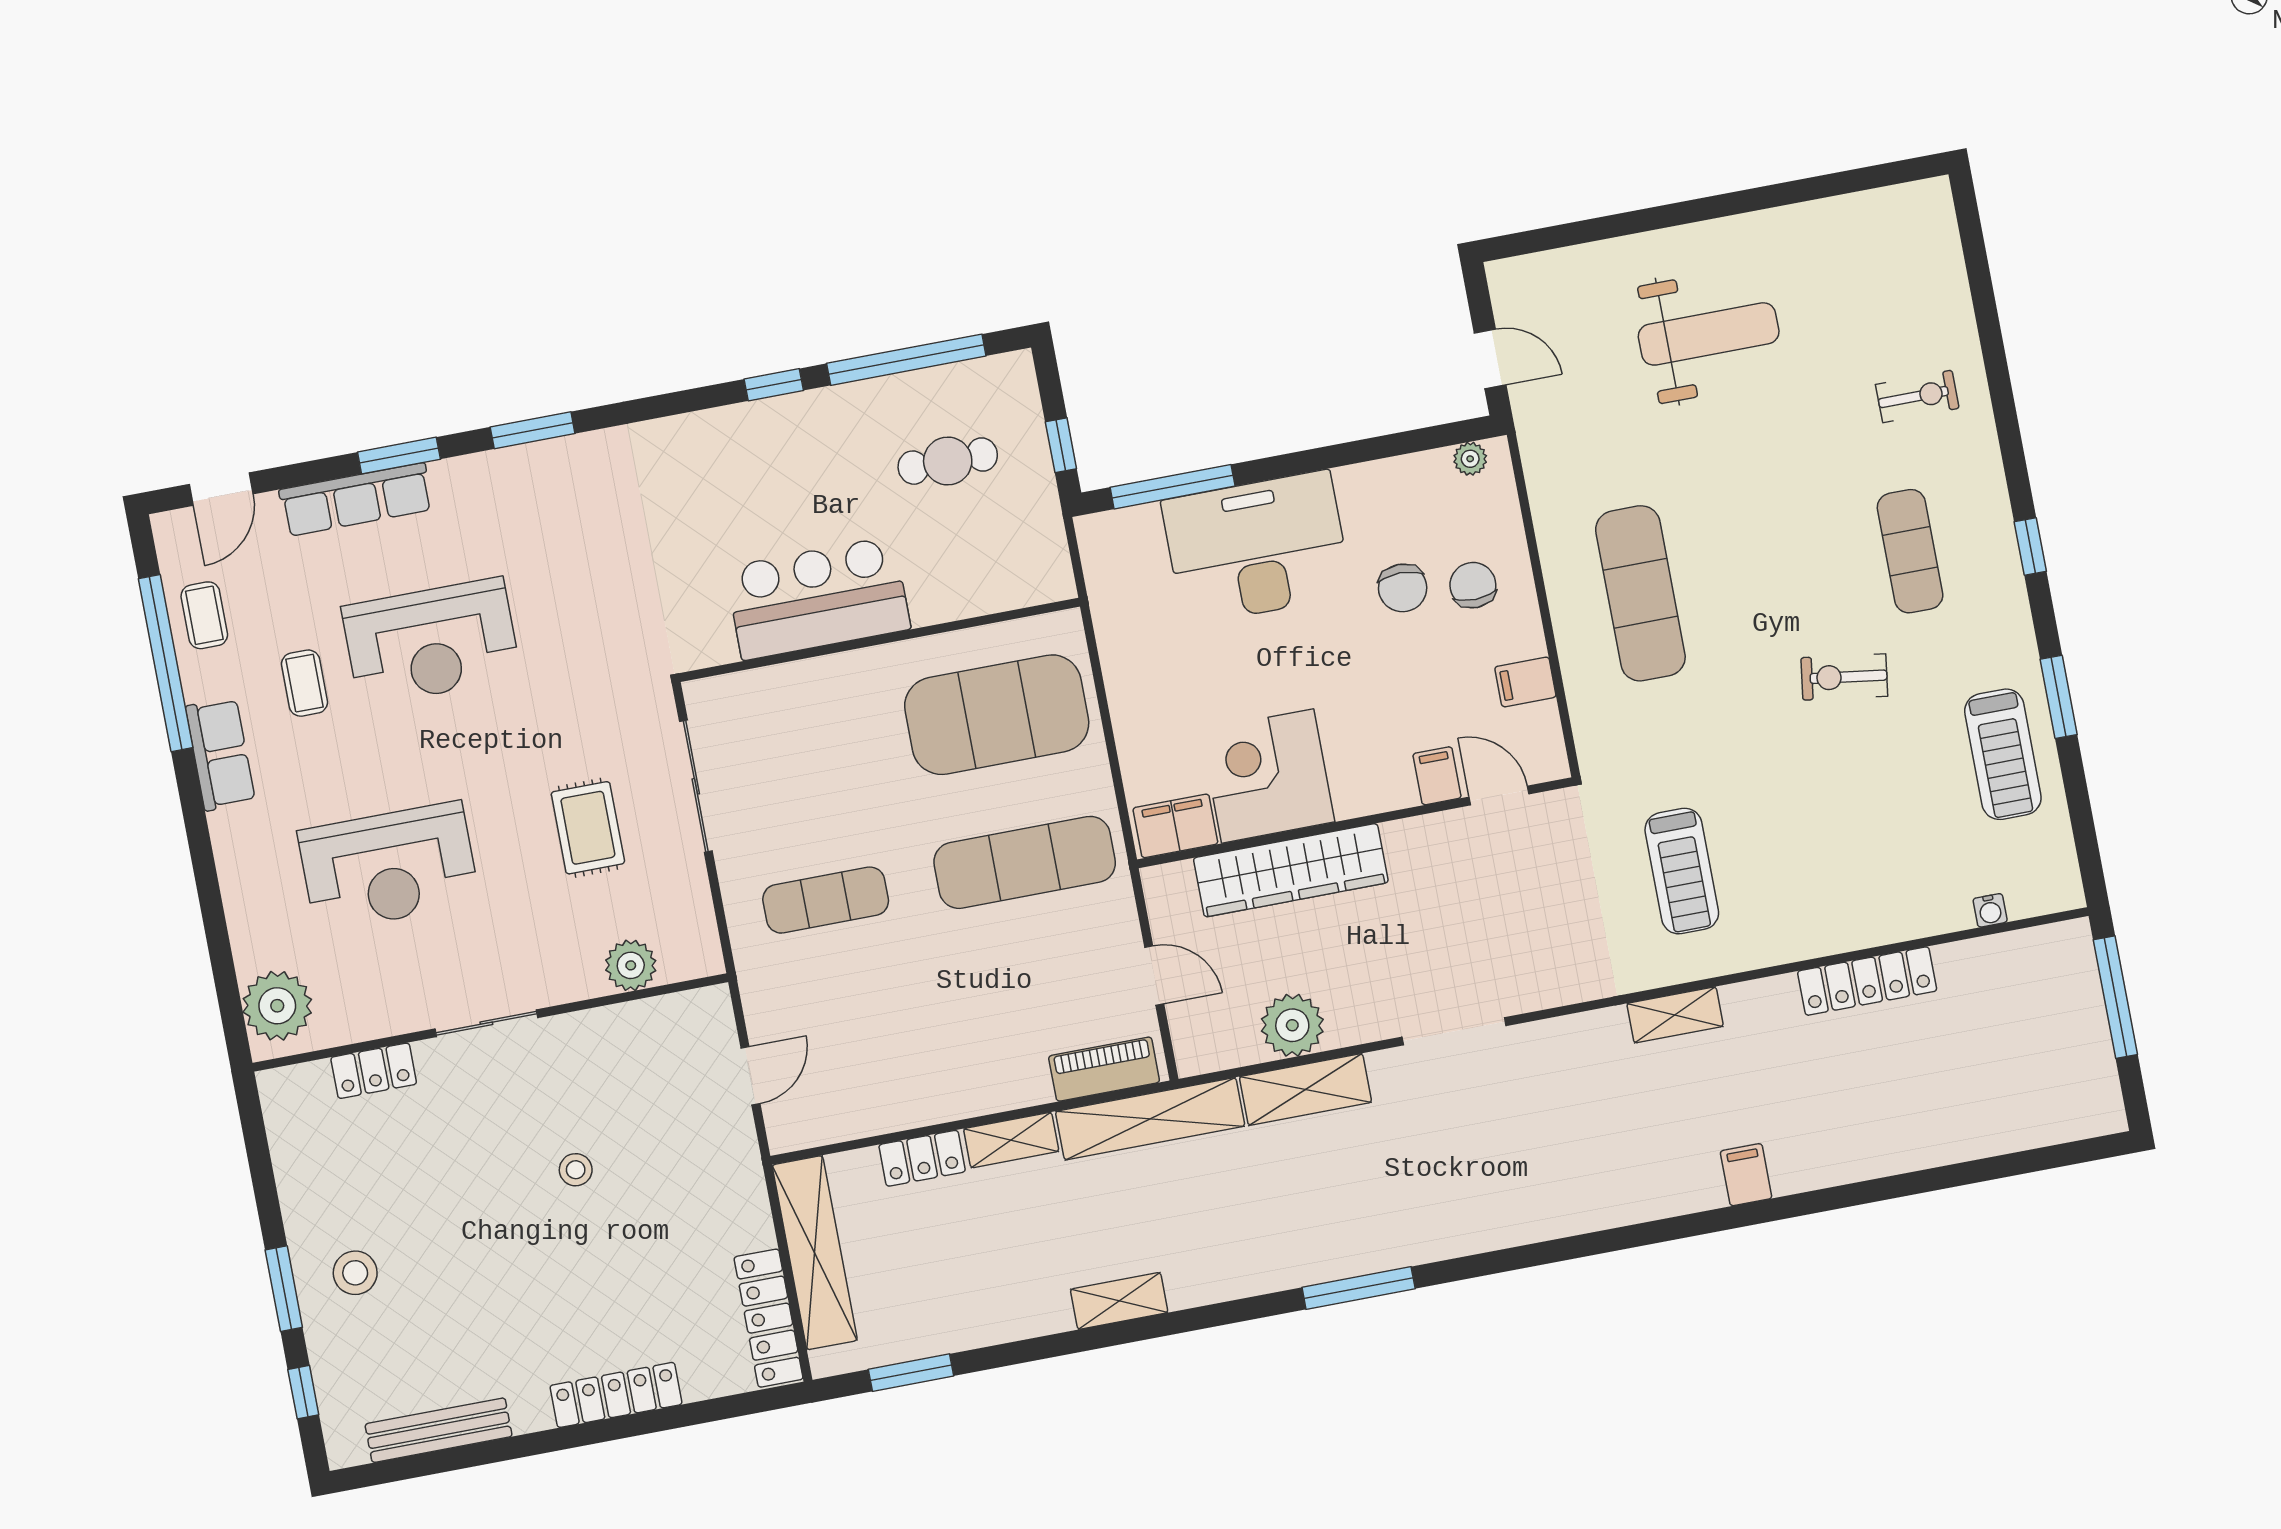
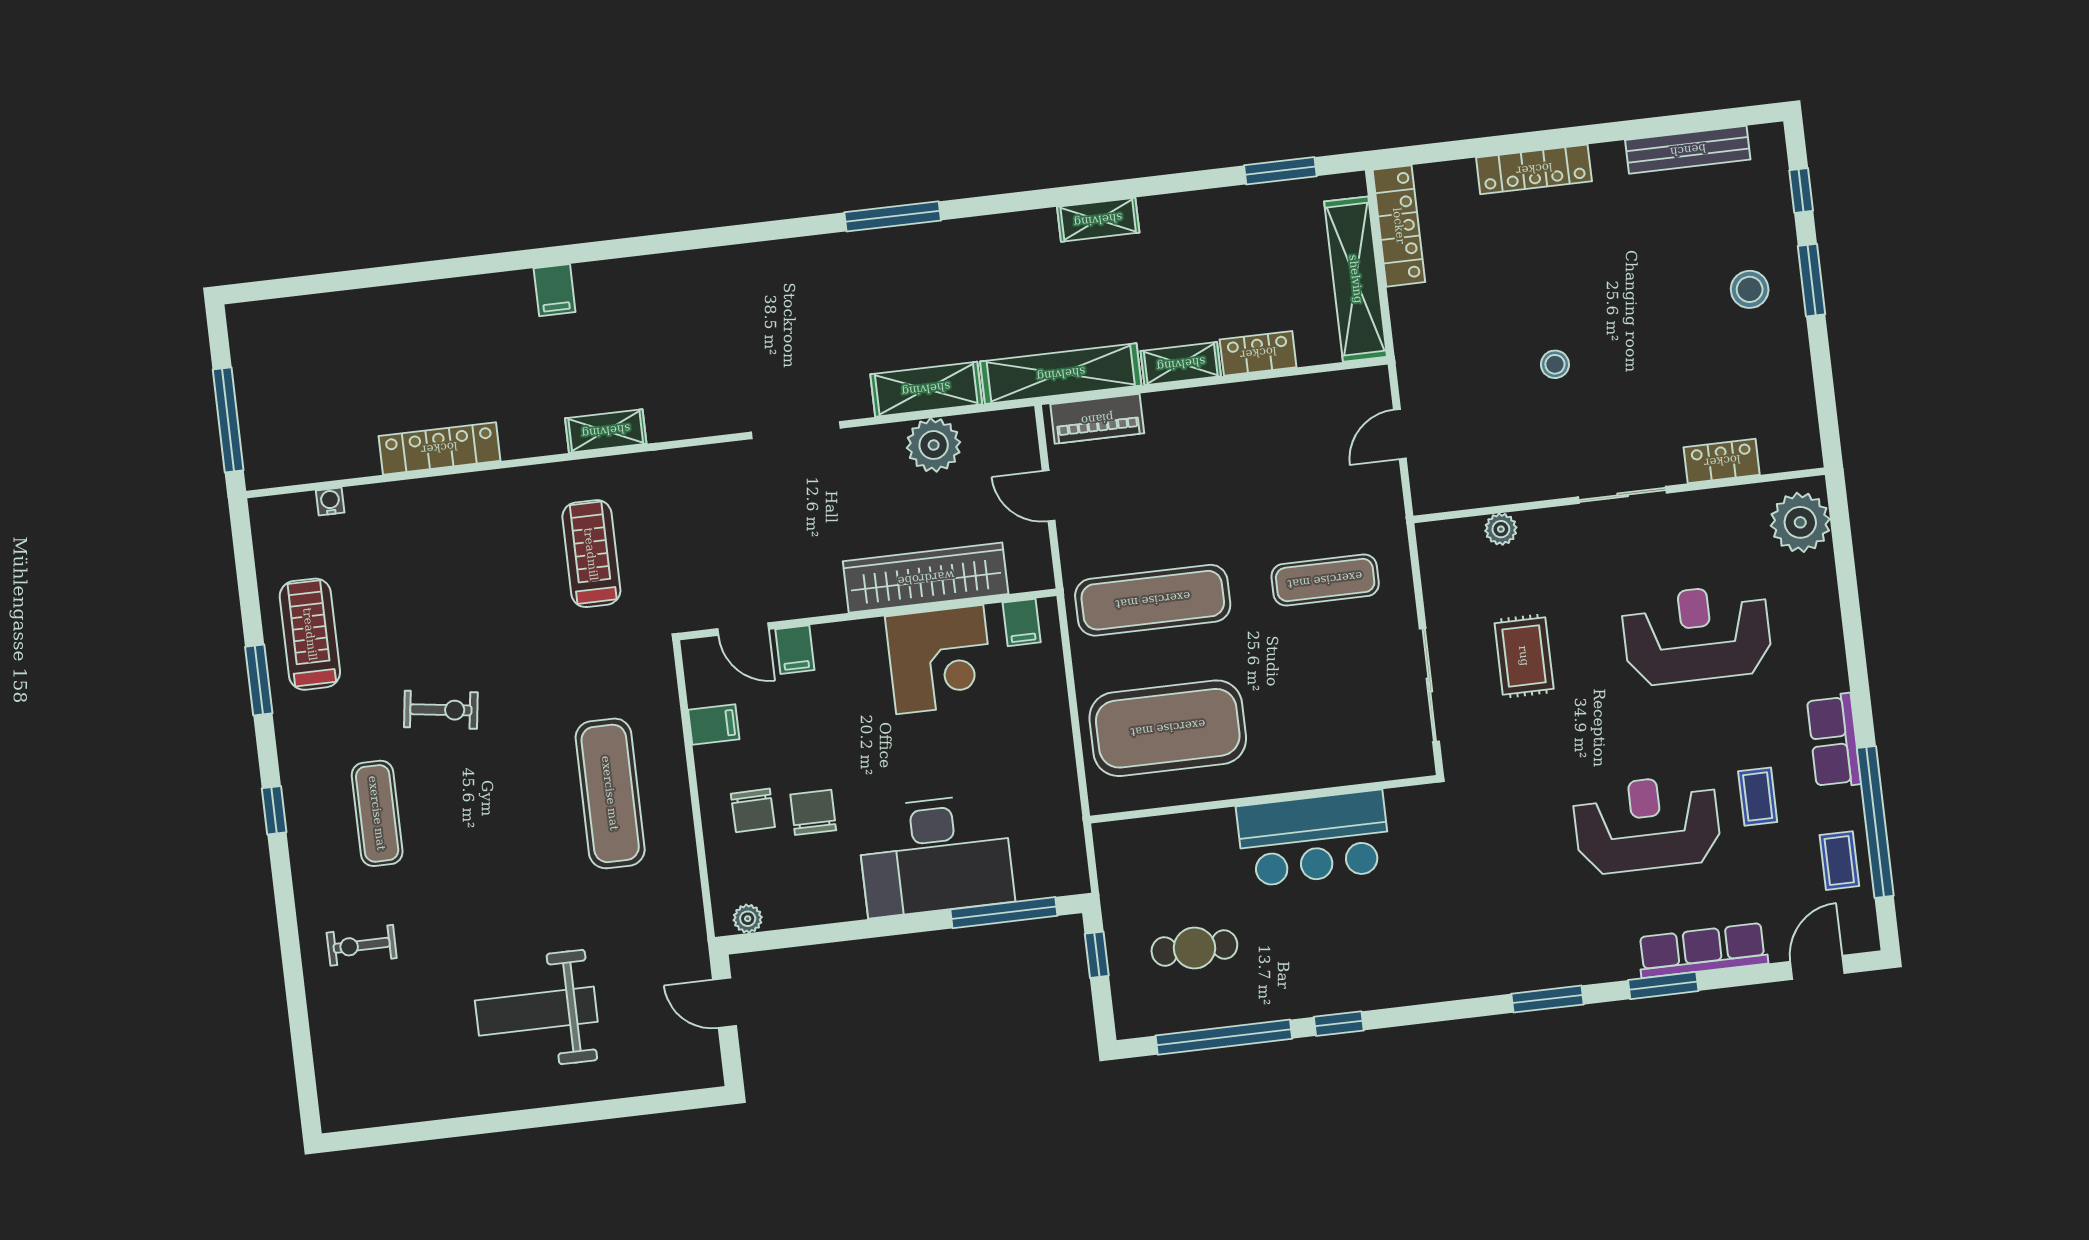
filing cabinet: (1175, 826) -> (1022, 622), width x0.50
plant: (631, 965) -> (1501, 529), width x0.73, depth x0.73

